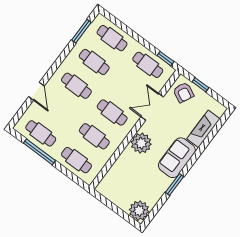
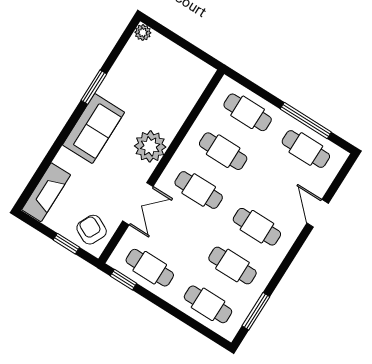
fireplace: (203, 129) -> (46, 192), moved
plant: (139, 211) -> (143, 33), width x0.53, depth x0.53

